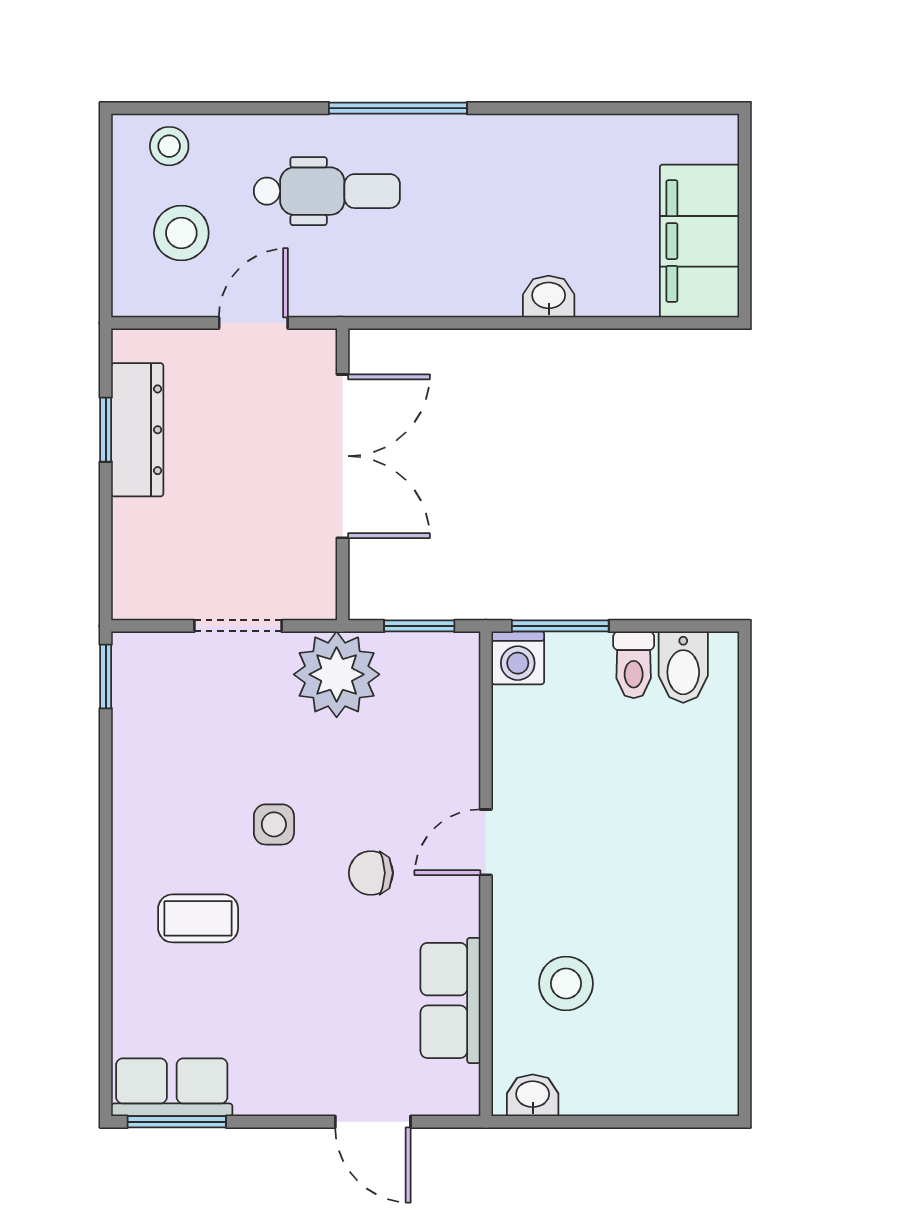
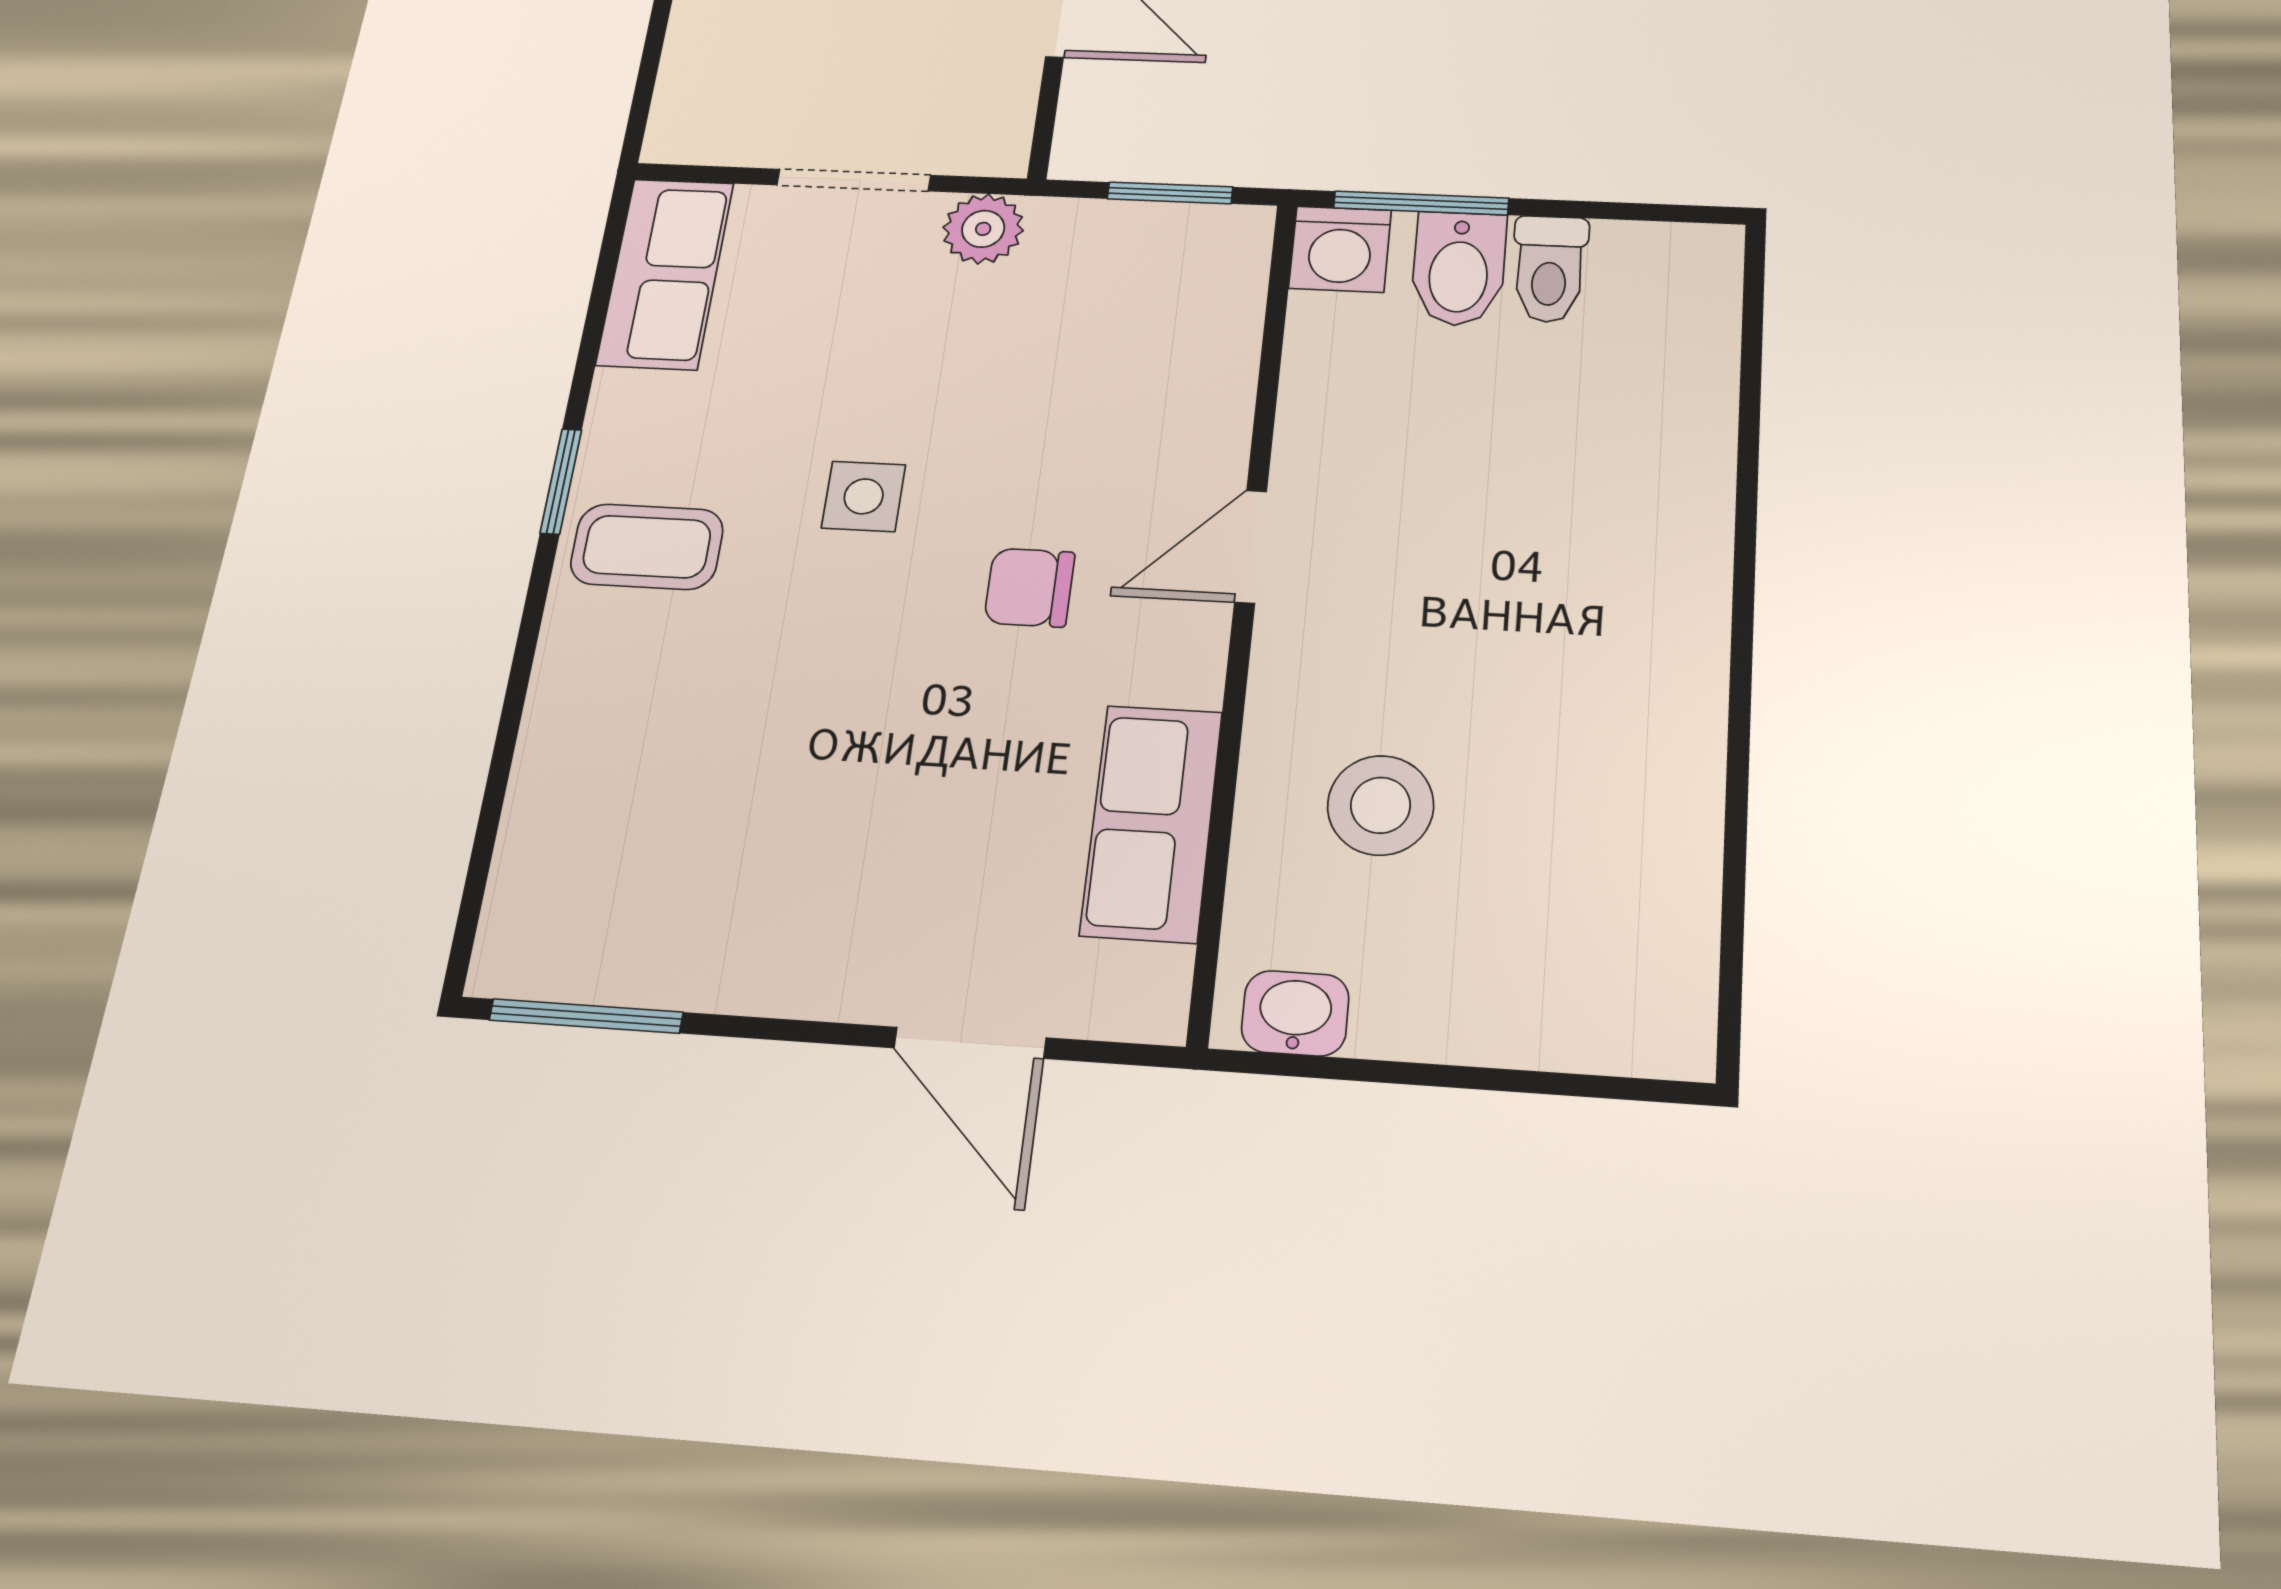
bidet: (683, 667) -> (1459, 269), moved
plant: (337, 674) -> (983, 229), width x0.53, depth x0.53
window: (106, 676) -> (561, 481), moved
coffee table: (198, 918) -> (647, 547), moved
row of seats: (172, 1087) -> (665, 273), moved, turned 90

